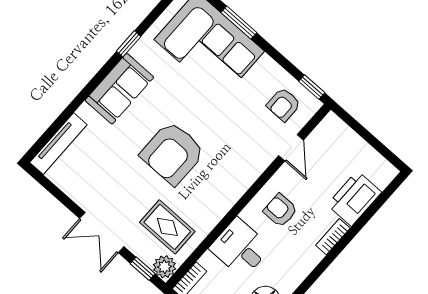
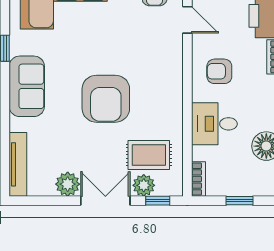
plant: (84, 193) -> (68, 184), added
double door: (102, 232) -> (105, 201), swing flipped
plant: (165, 267) -> (144, 185), moved

